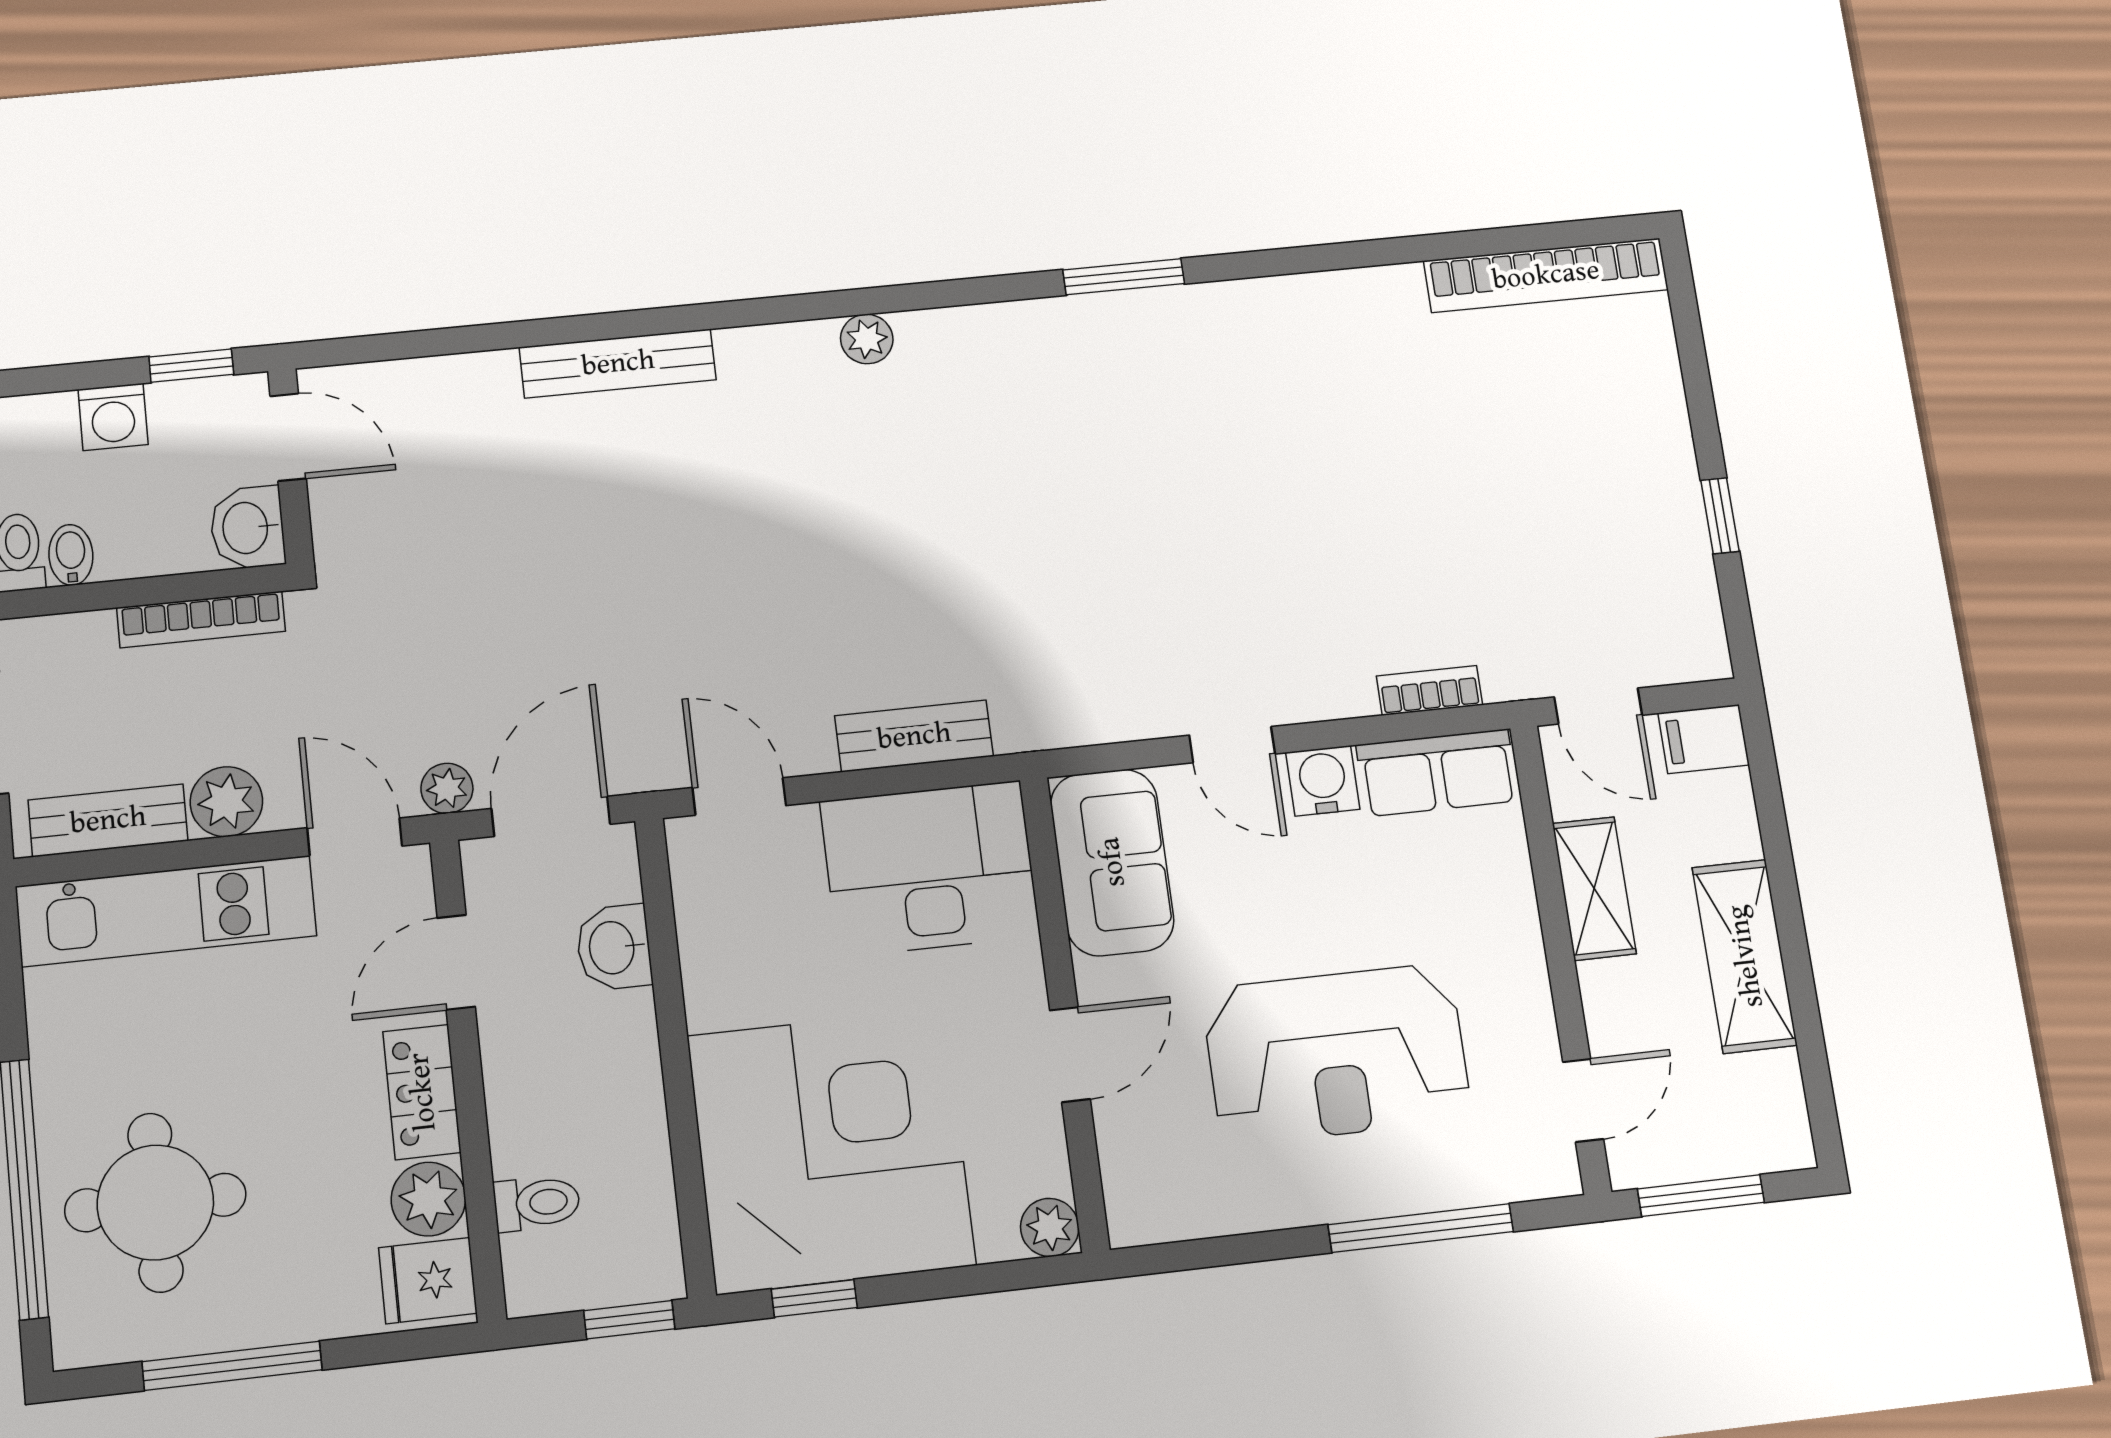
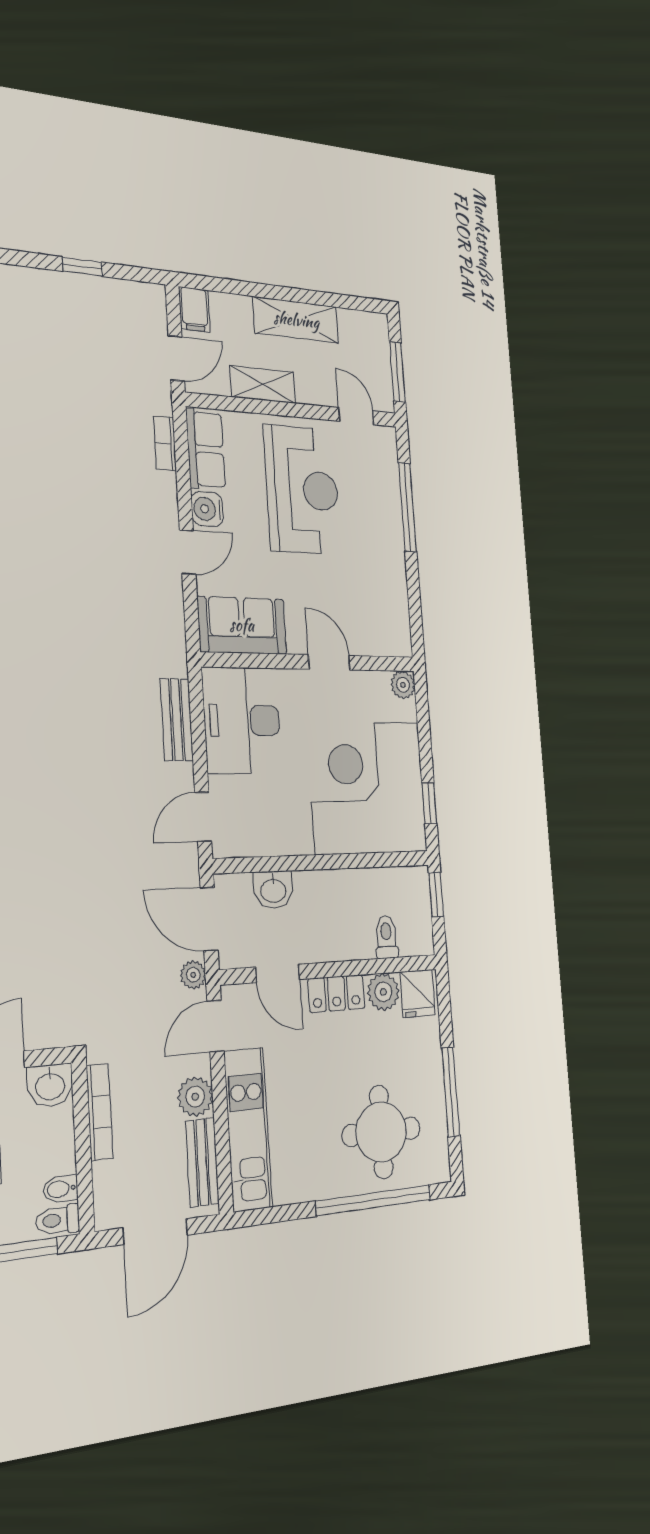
reception desk: (1336, 1054) -> (302, 490), moved

